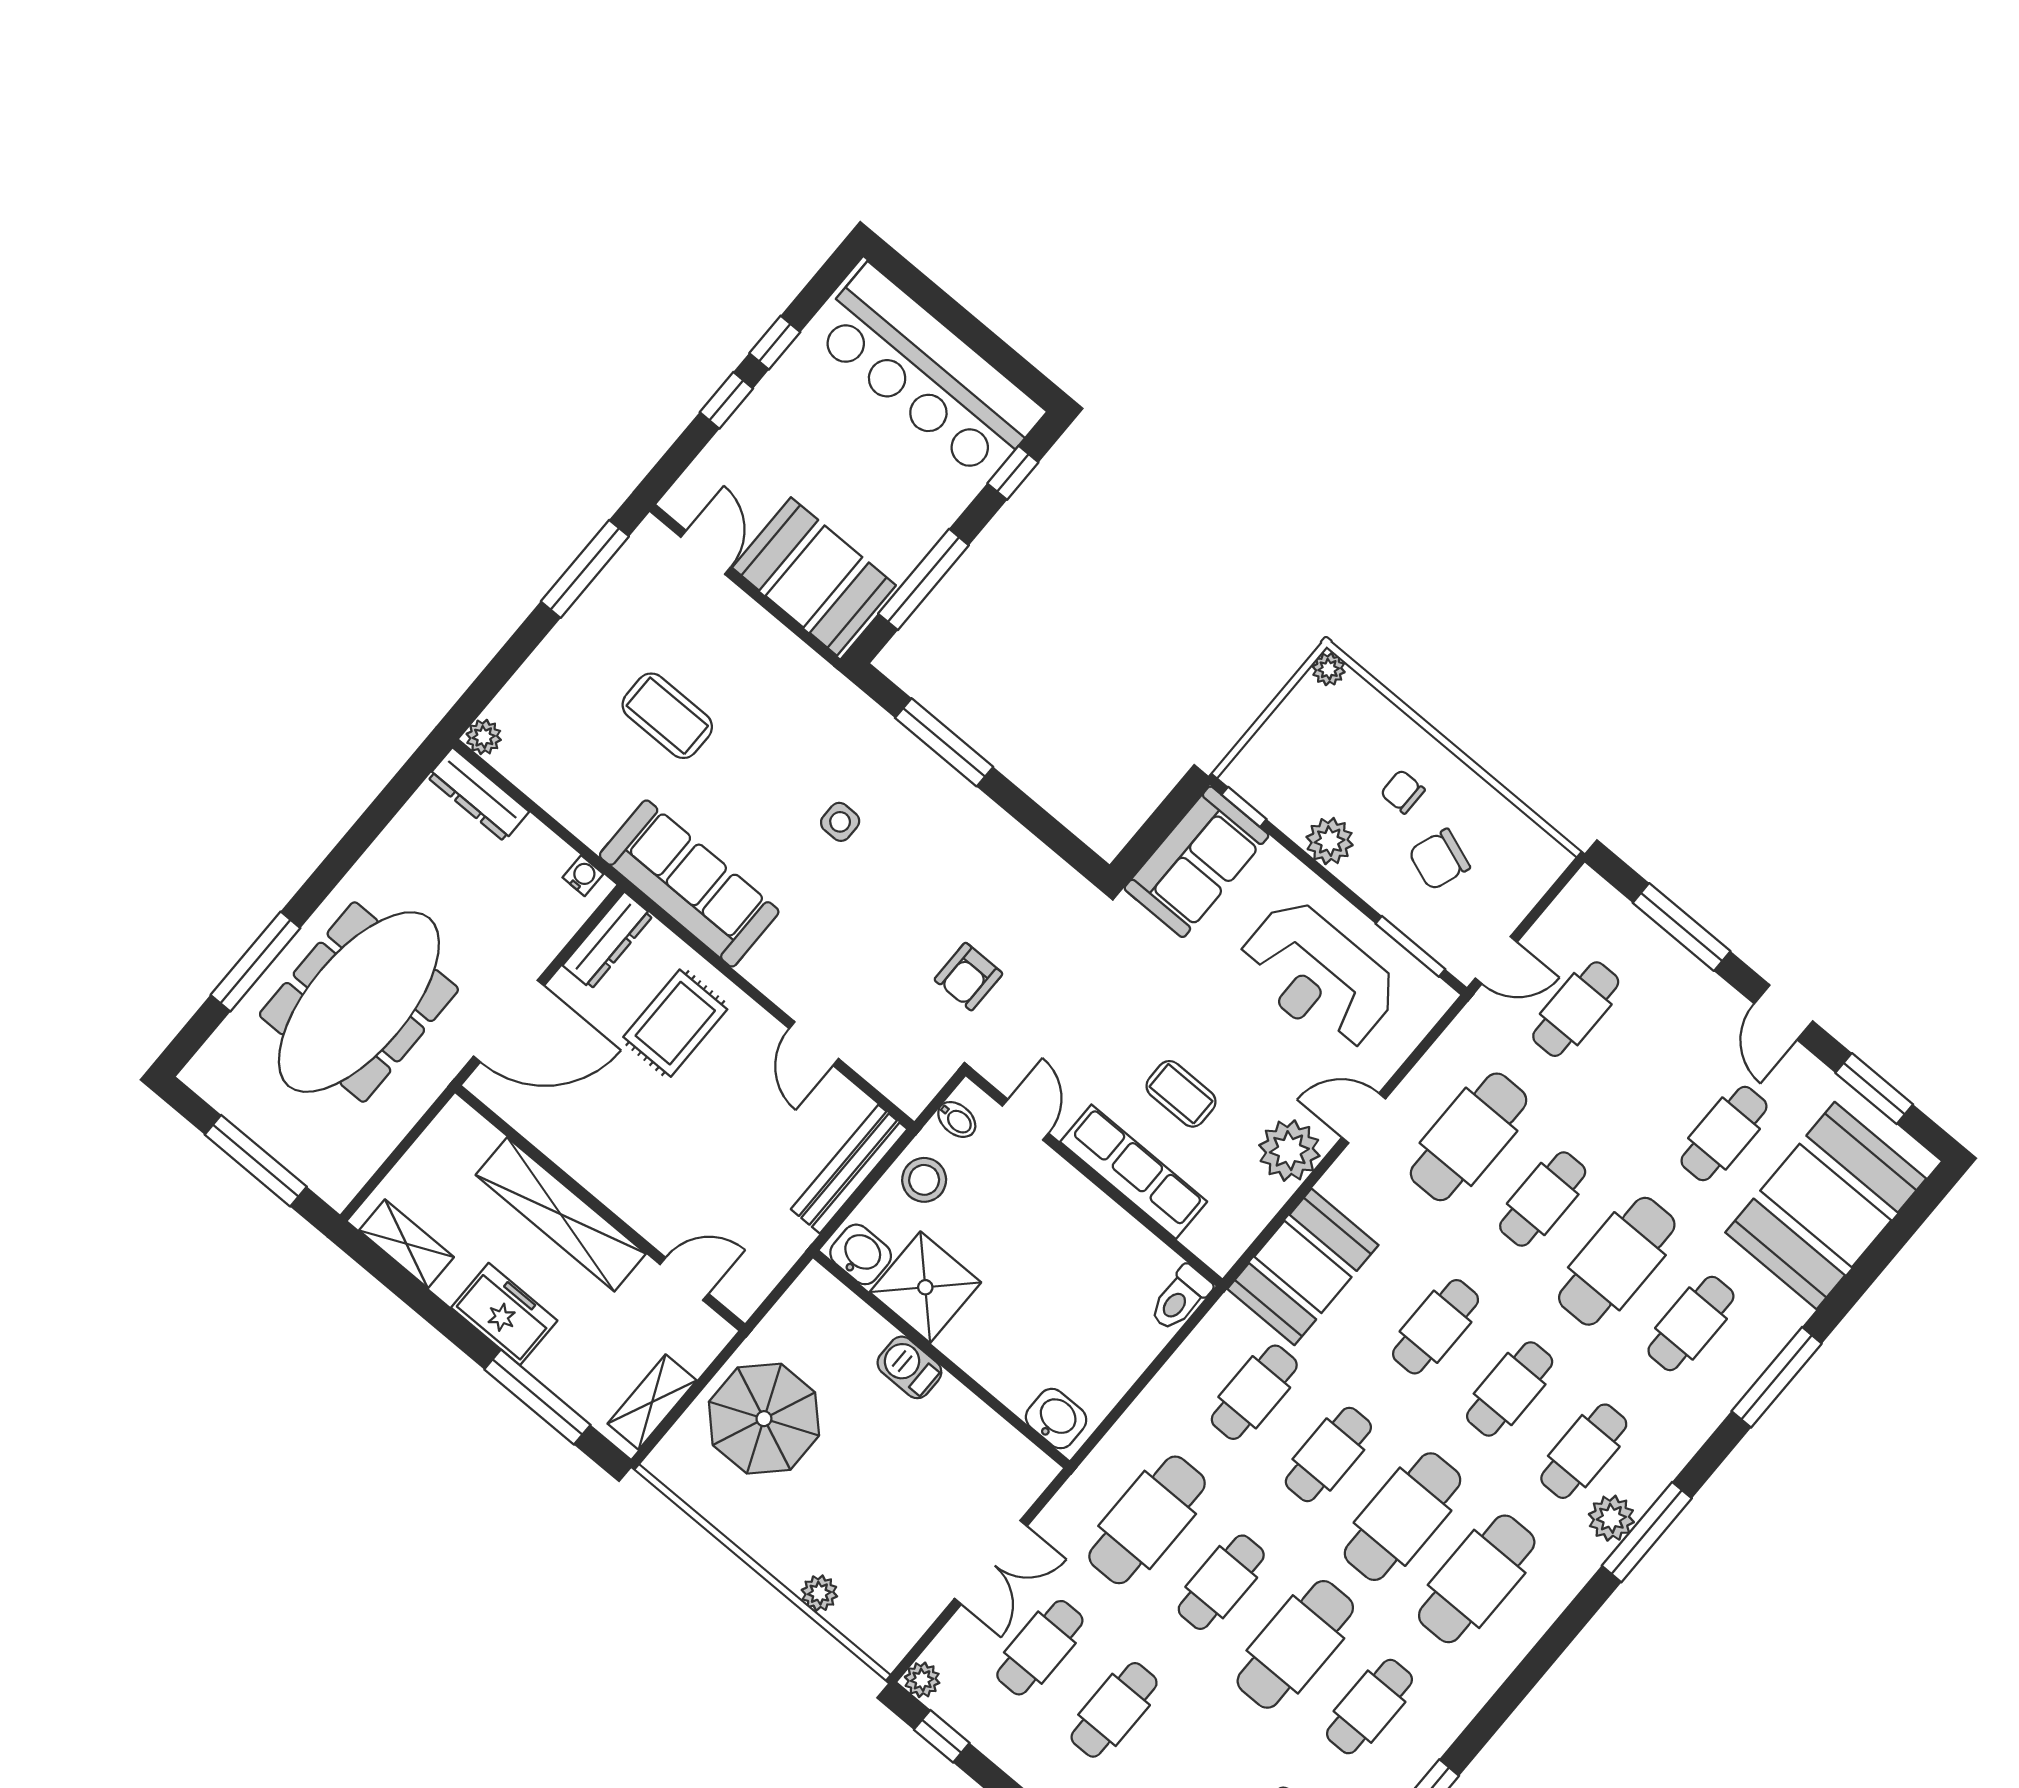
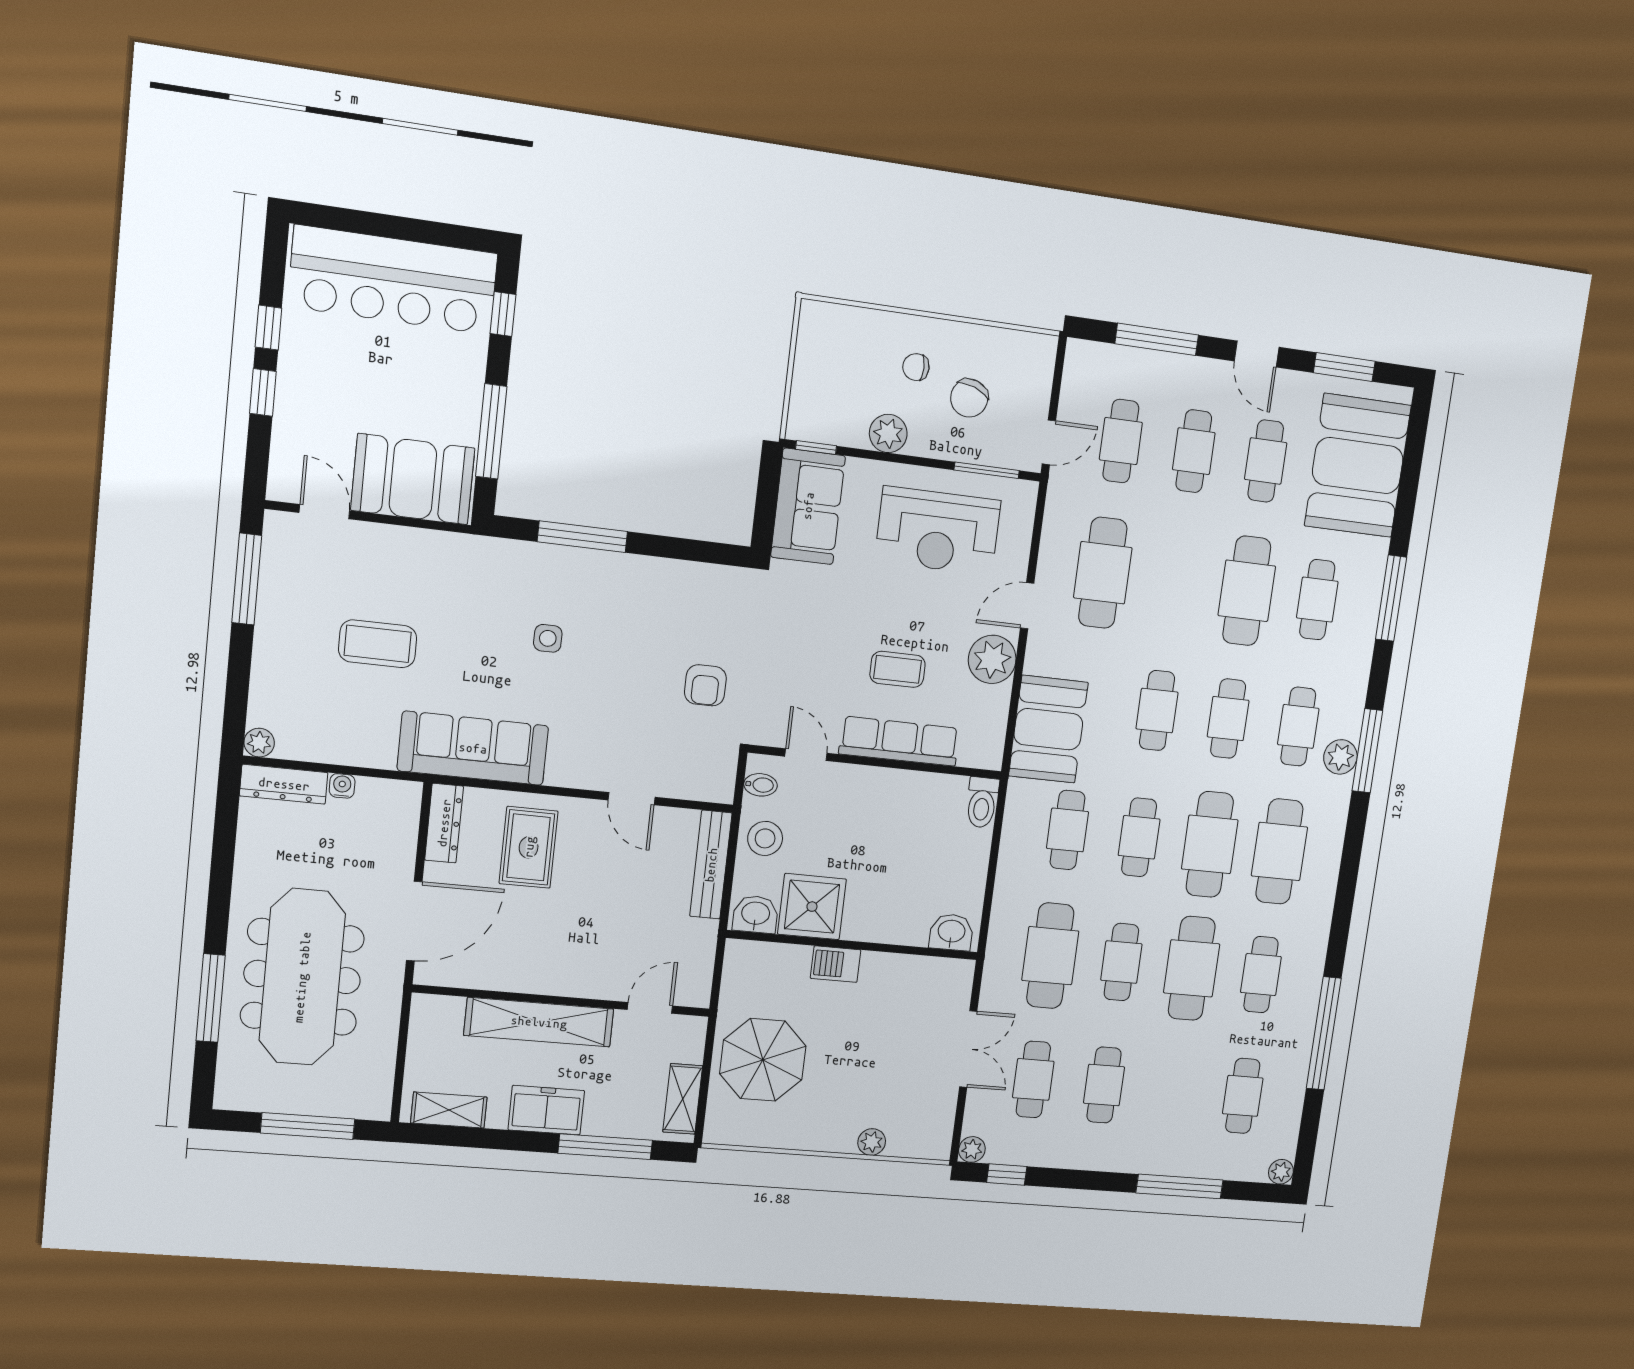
plant: (1329, 669) -> (812, 313), removed
water cooler: (583, 876) -> (342, 786), moved
cafe table: (1543, 1199) -> (1194, 451), moved

